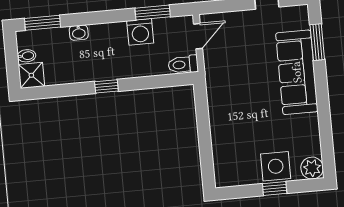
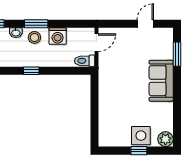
window: (153, 13) -> (36, 24), moved
stool: (107, 37) -> (34, 37), added
sofa: (297, 72) -> (161, 81), width x0.73

